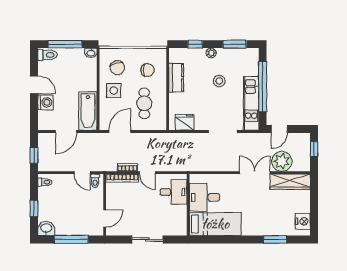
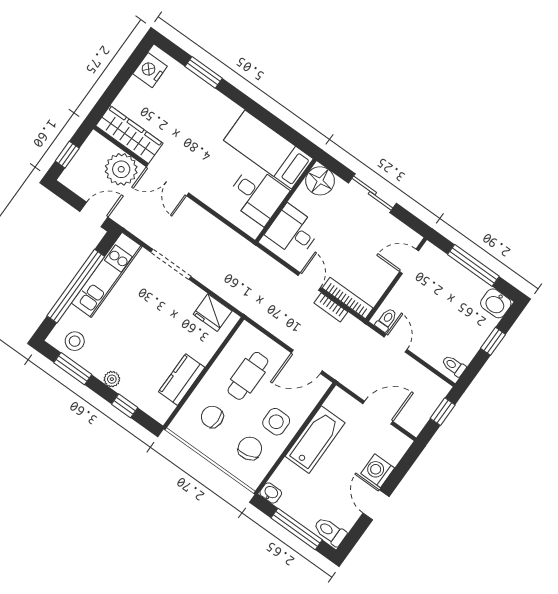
stool: (219, 81) -> (75, 341), moved
bathtub: (88, 111) -> (315, 440), moved
floor lamp: (178, 227) -> (320, 181), added

